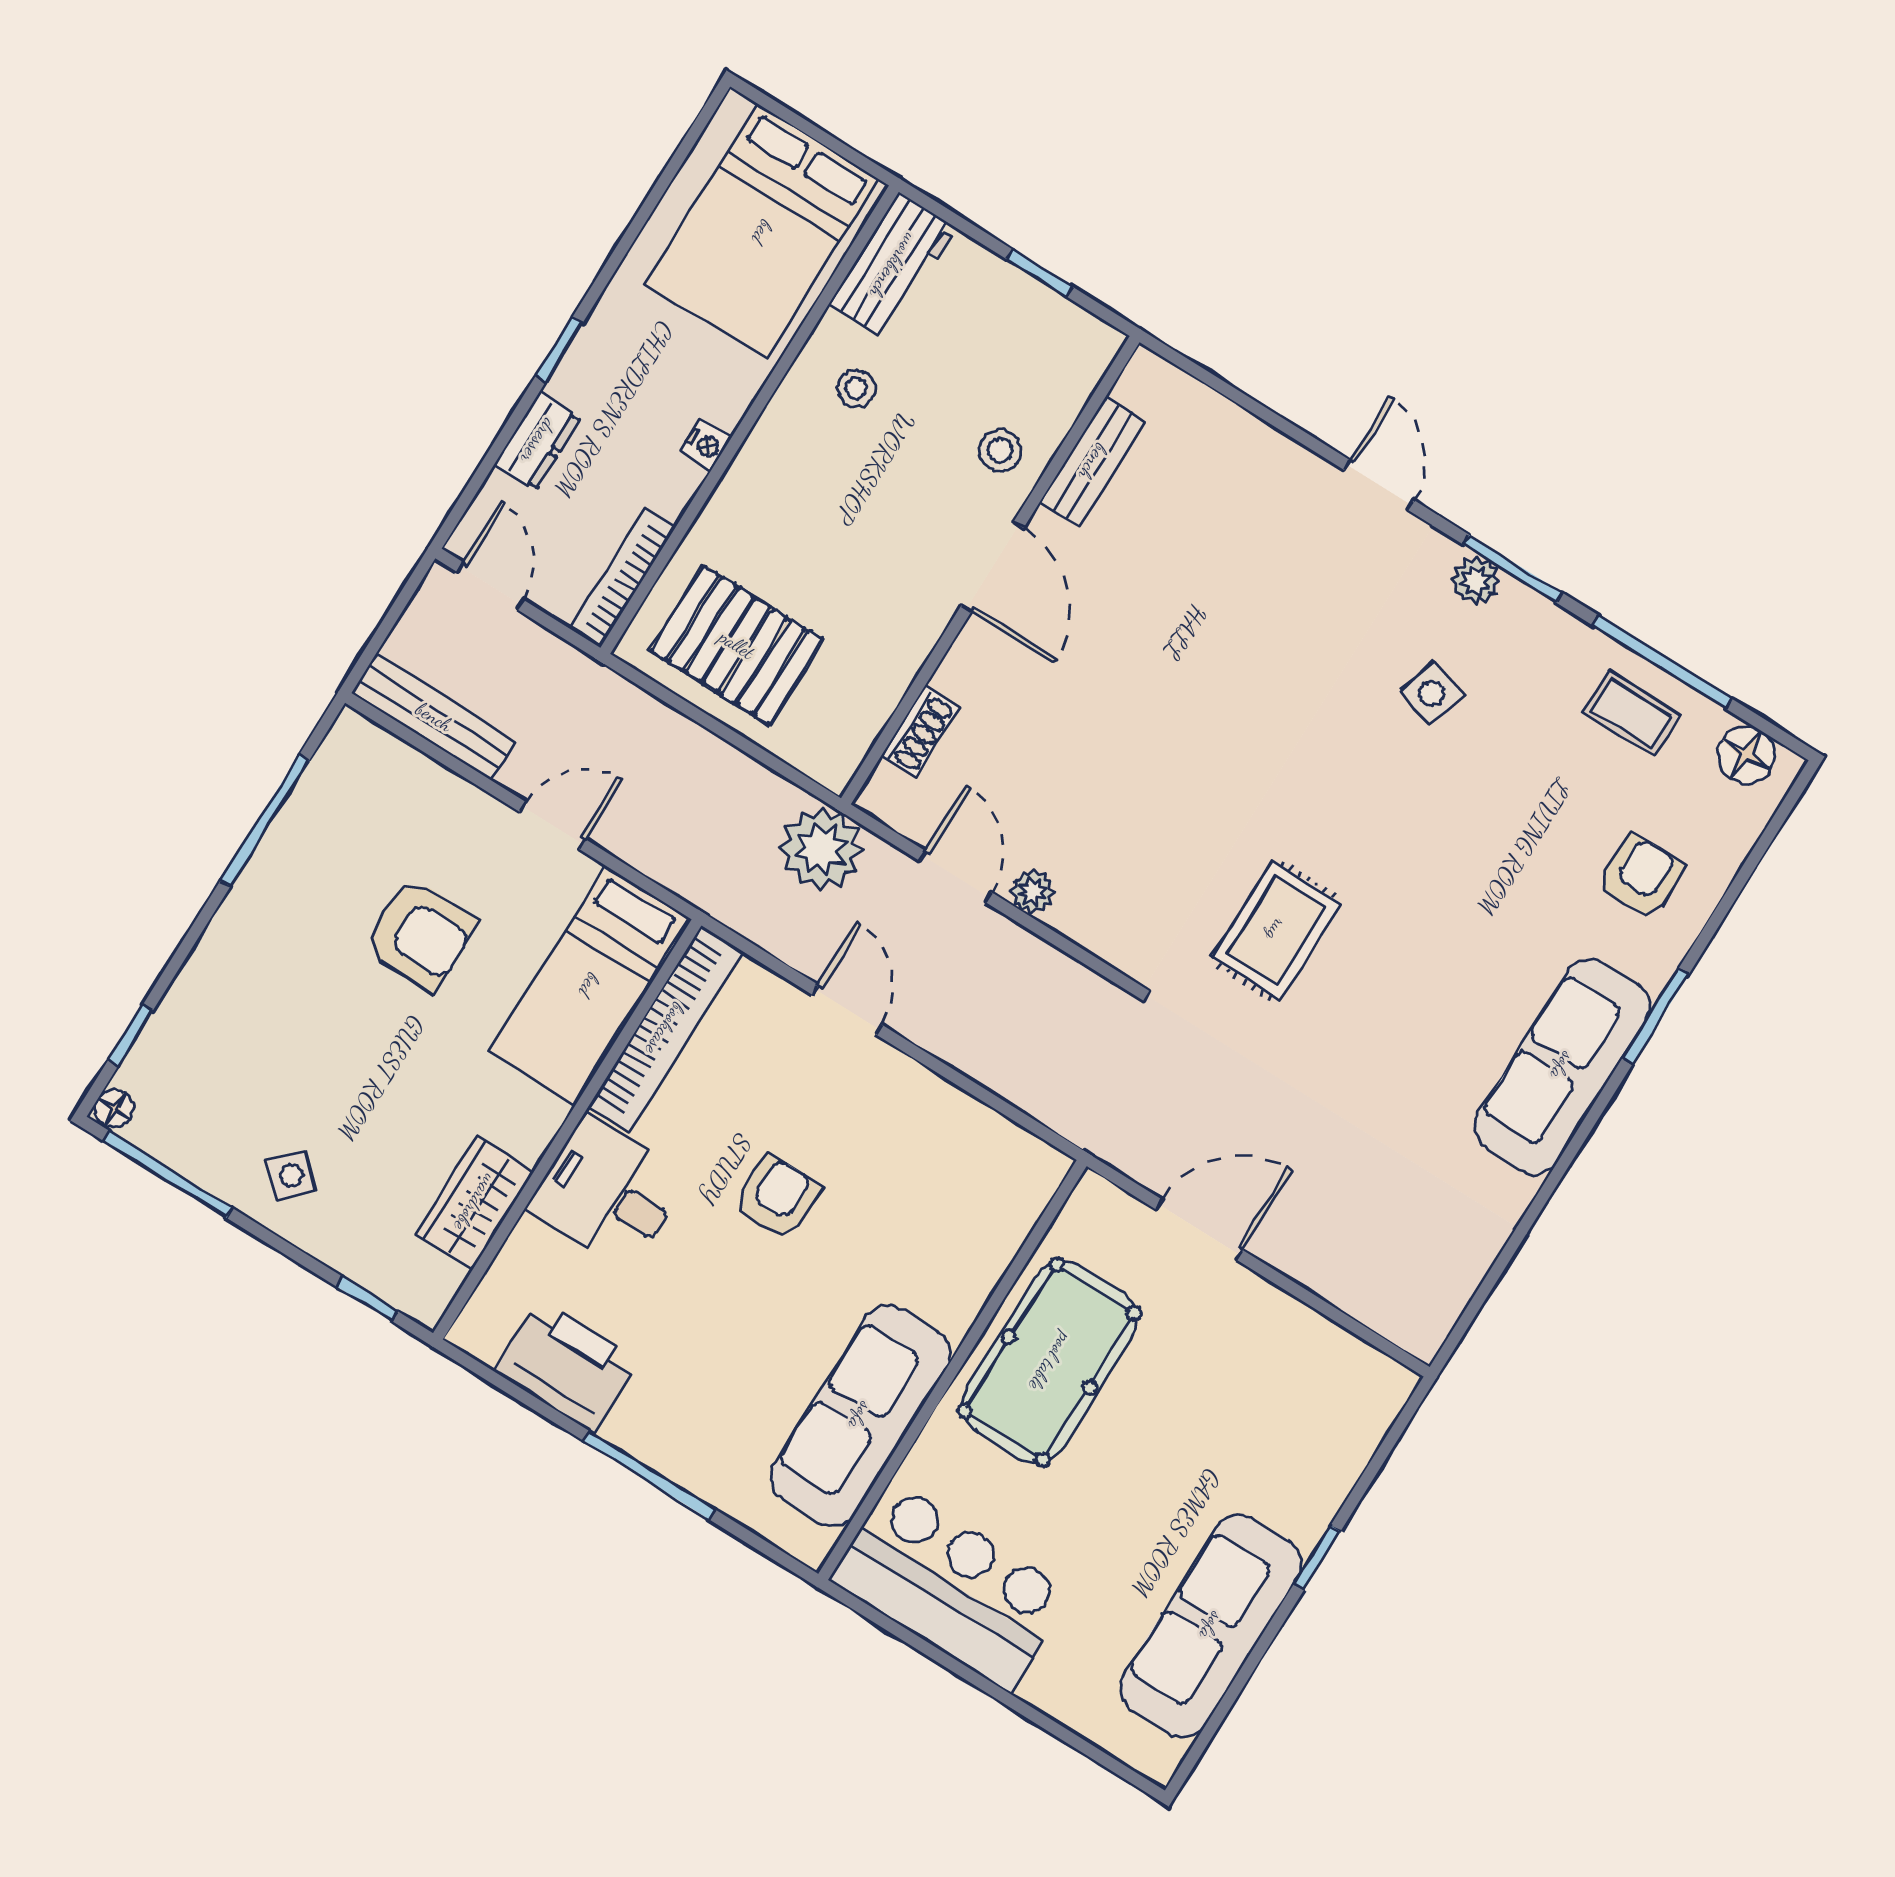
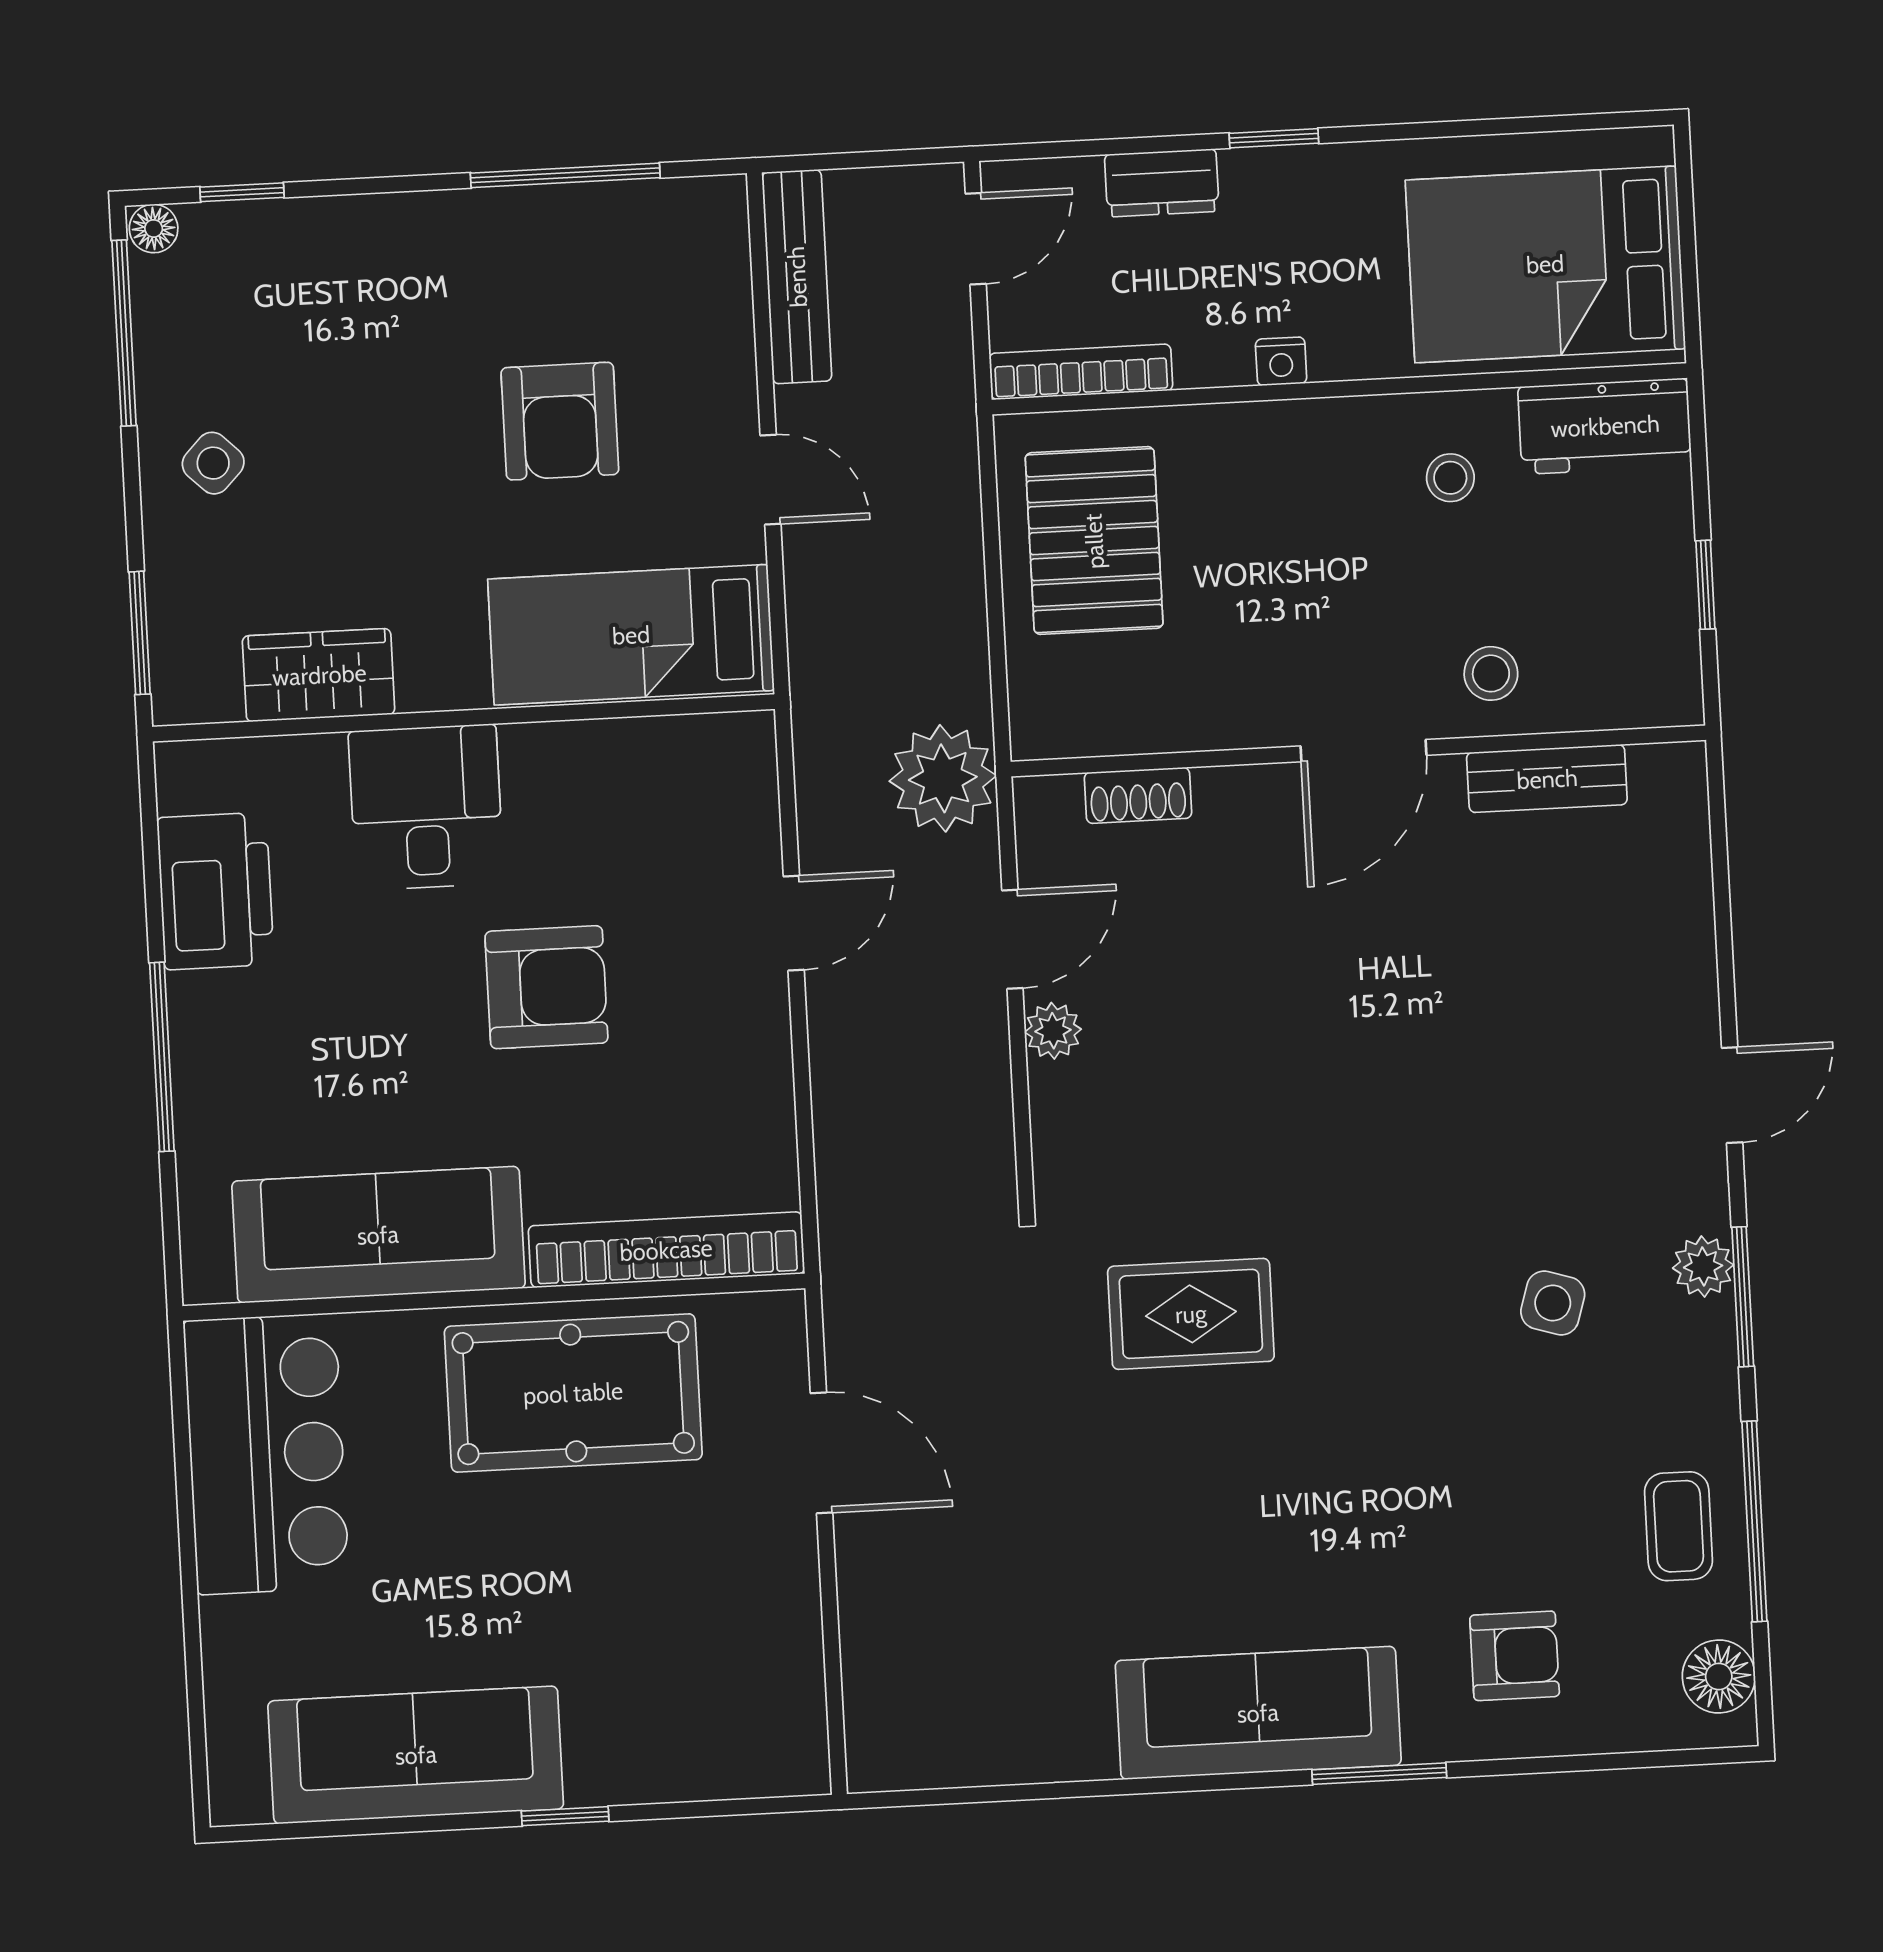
bookcase: (665, 1029) -> (666, 1250), moved, turned 180
armchair: (777, 1197) -> (546, 987), width x1.38, depth x1.38
window: (367, 1299) -> (140, 633), width x1.50

